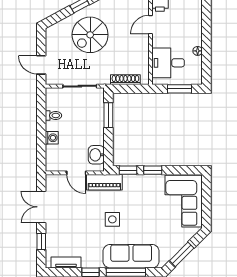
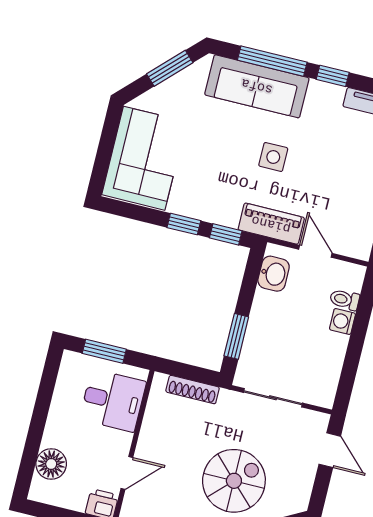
floor lamp: (198, 51) -> (51, 464), moved, width x1.89, depth x1.89
toilet: (53, 115) -> (345, 300), moved

